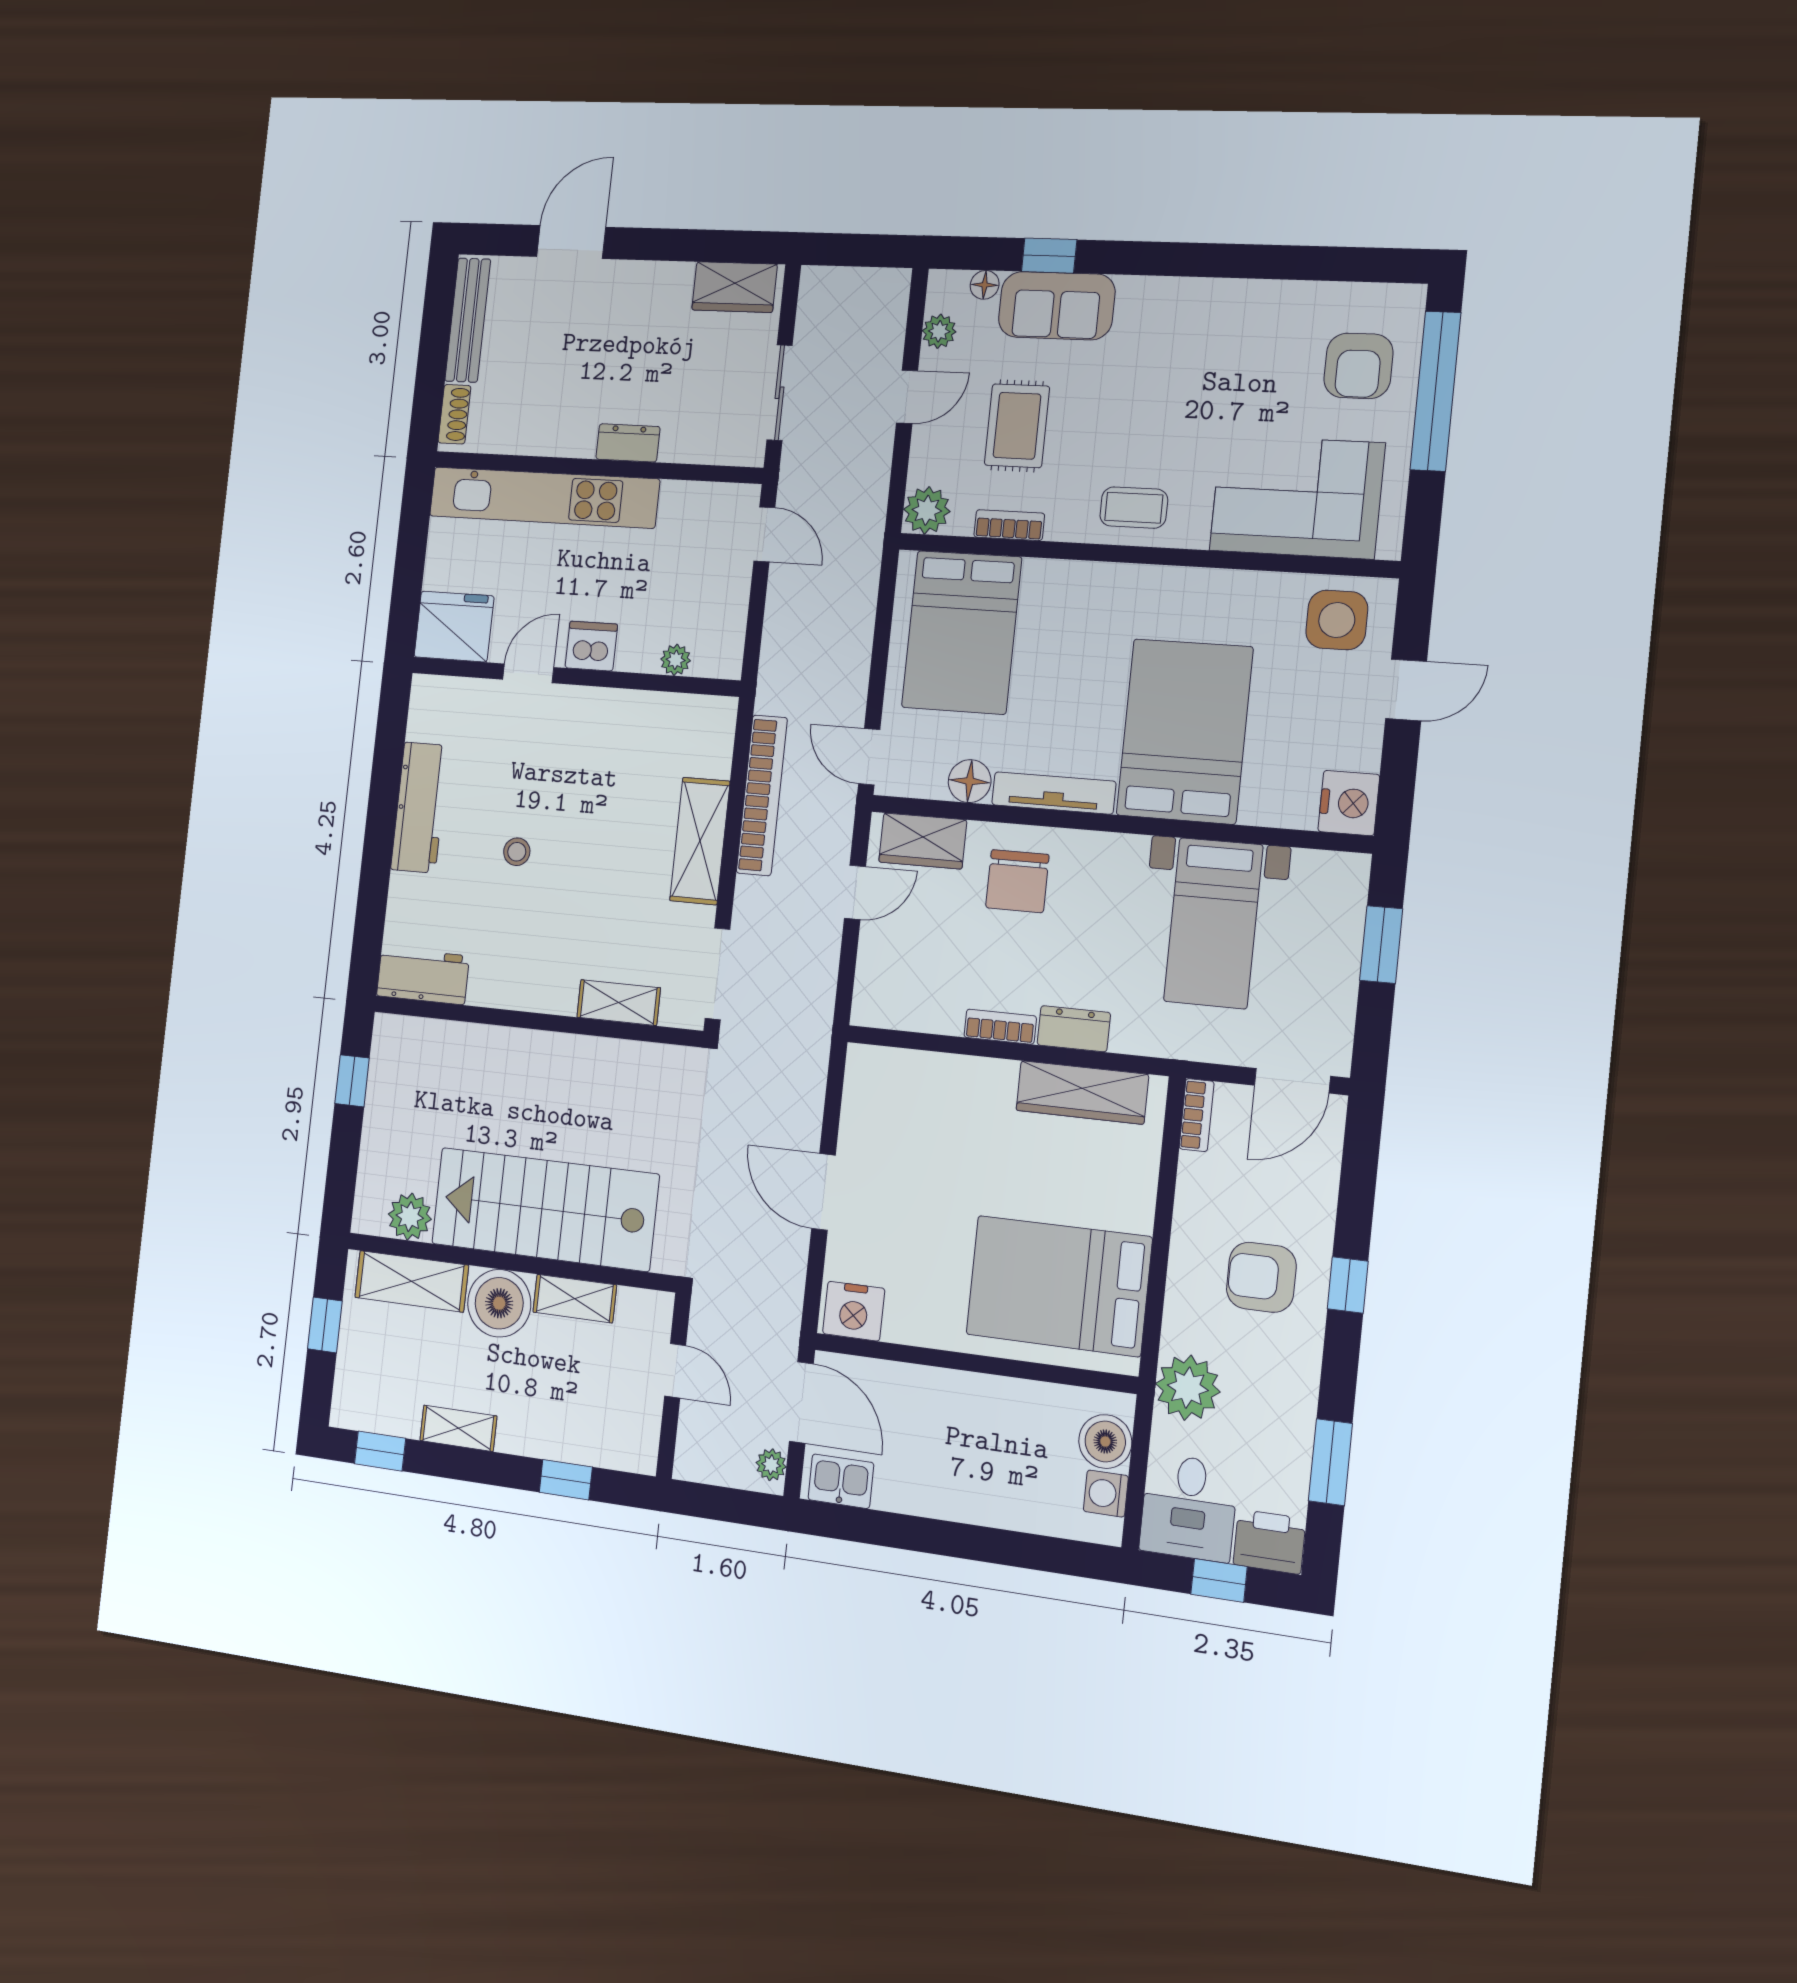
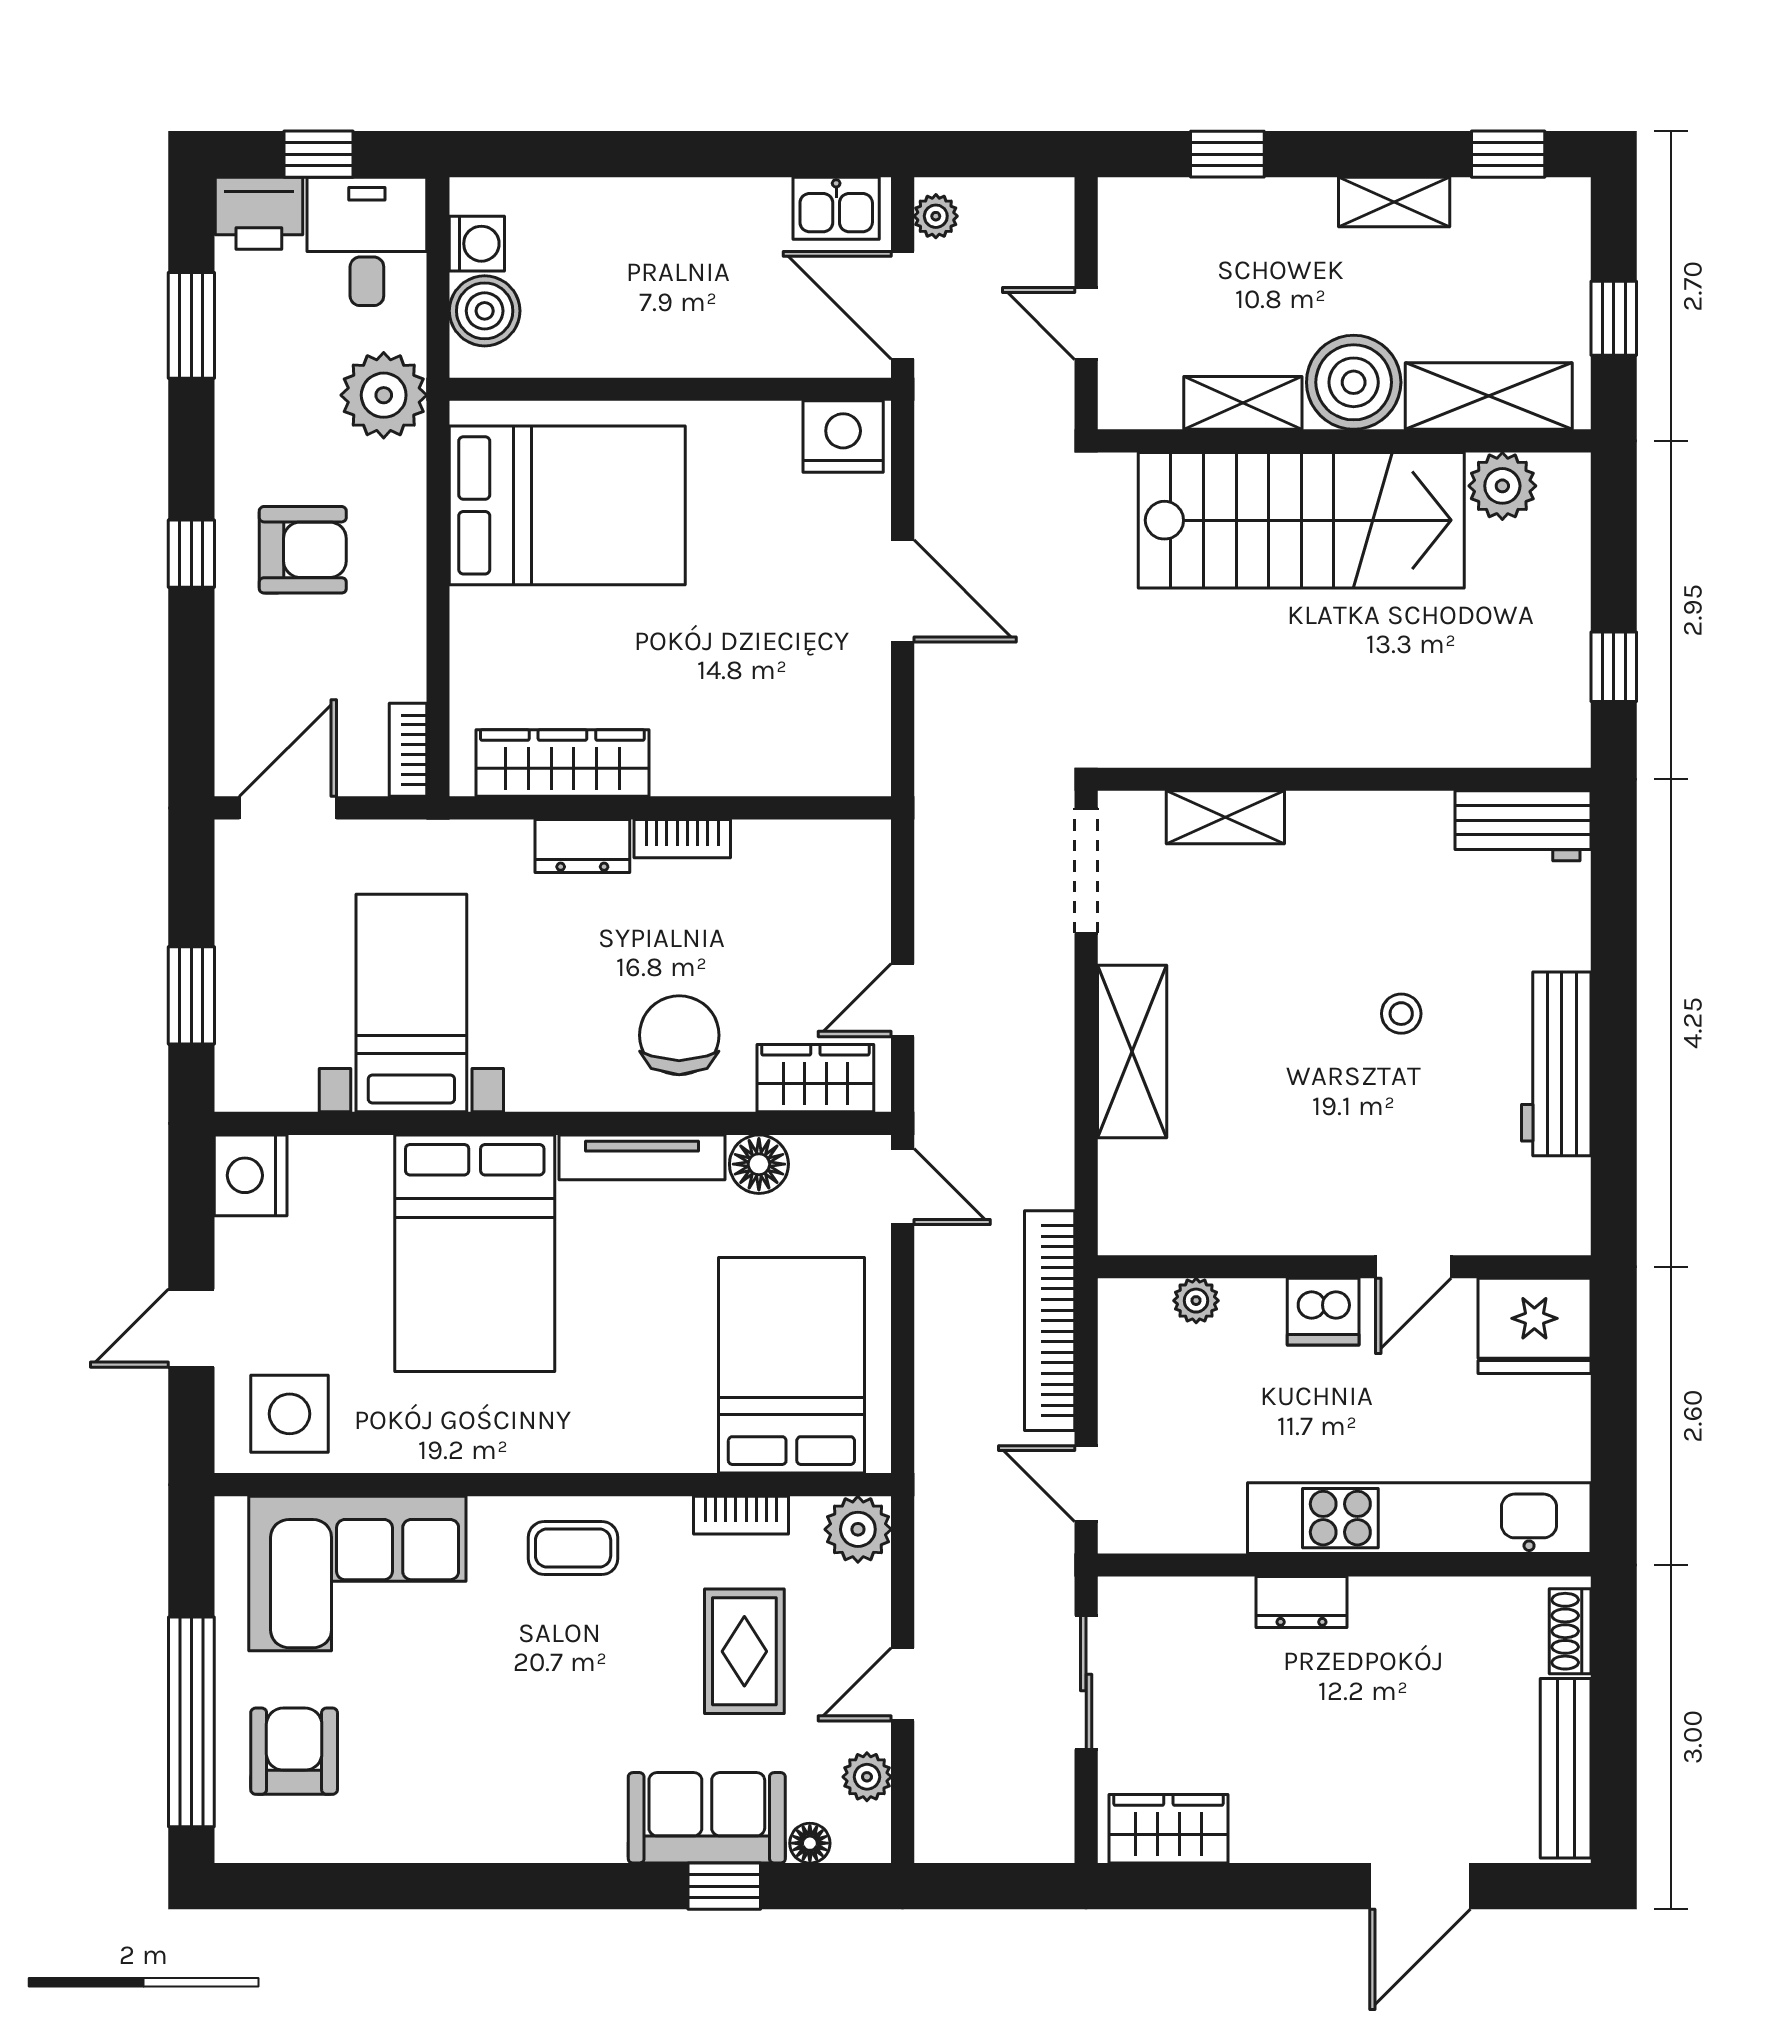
bookcase: (762, 795) -> (1050, 1321), moved

